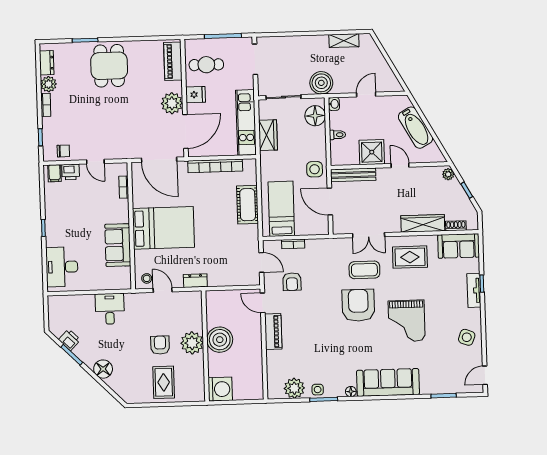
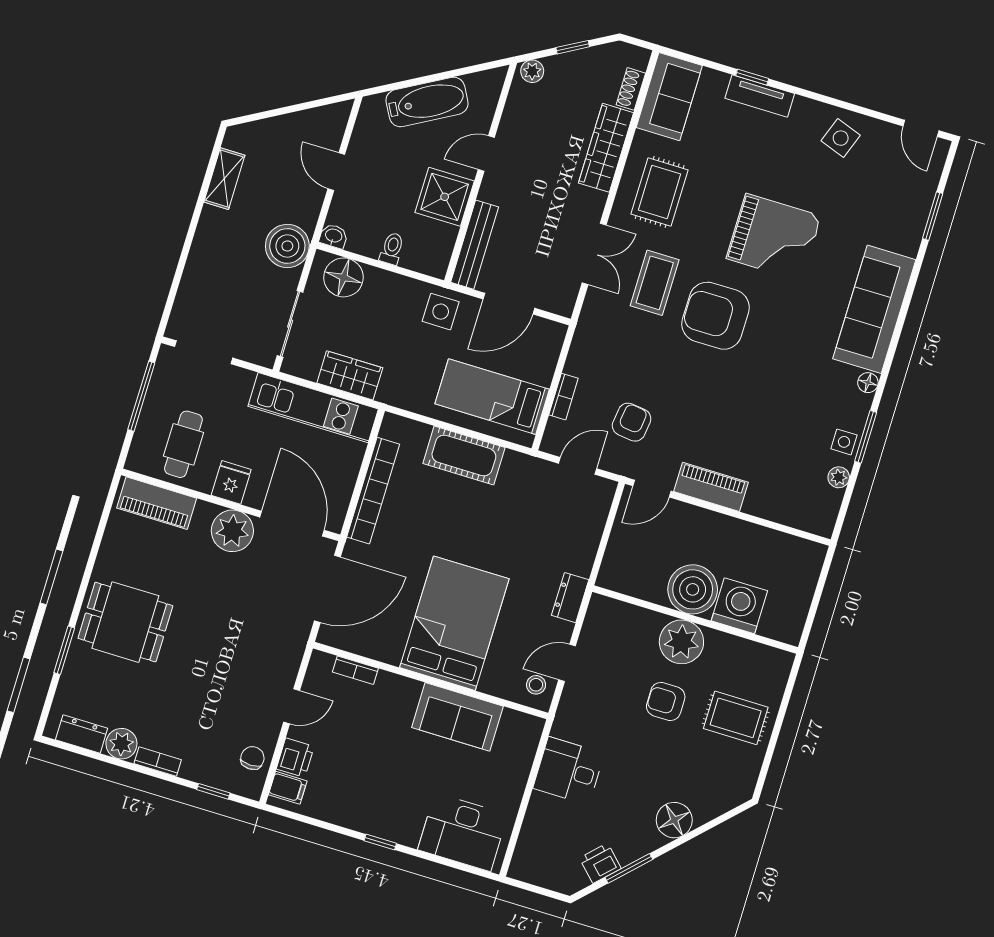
armchair: (292, 282) -> (632, 422), turned -83
plant: (294, 388) -> (839, 477), width x0.53, depth x0.53
washing machine: (220, 389) -> (739, 606), moved

